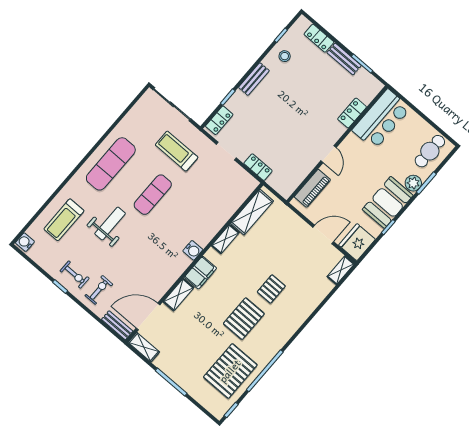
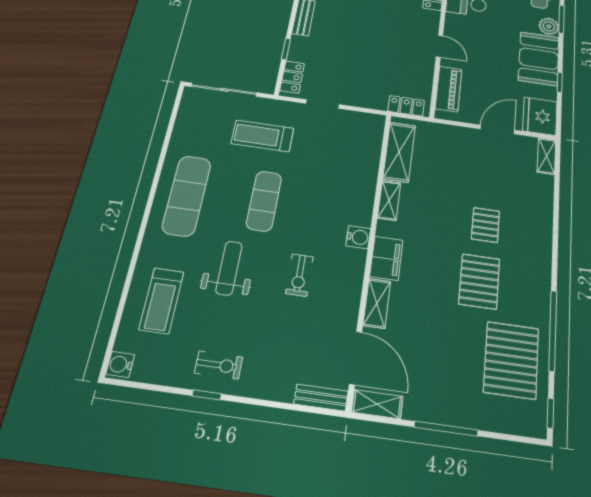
locker: (258, 167) -> (406, 106), moved
exercise bike: (99, 290) -> (299, 275), moved, turned 180
door: (148, 317) -> (356, 358), swing flipped

